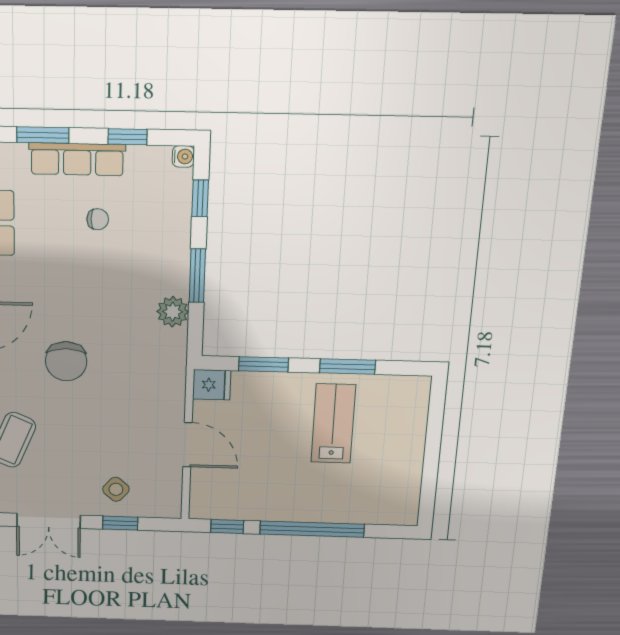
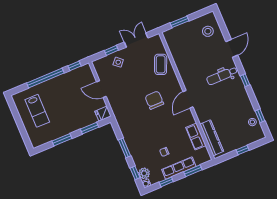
plant: (173, 312) -> (144, 173), moved
lab bench: (333, 424) -> (37, 111), moved

